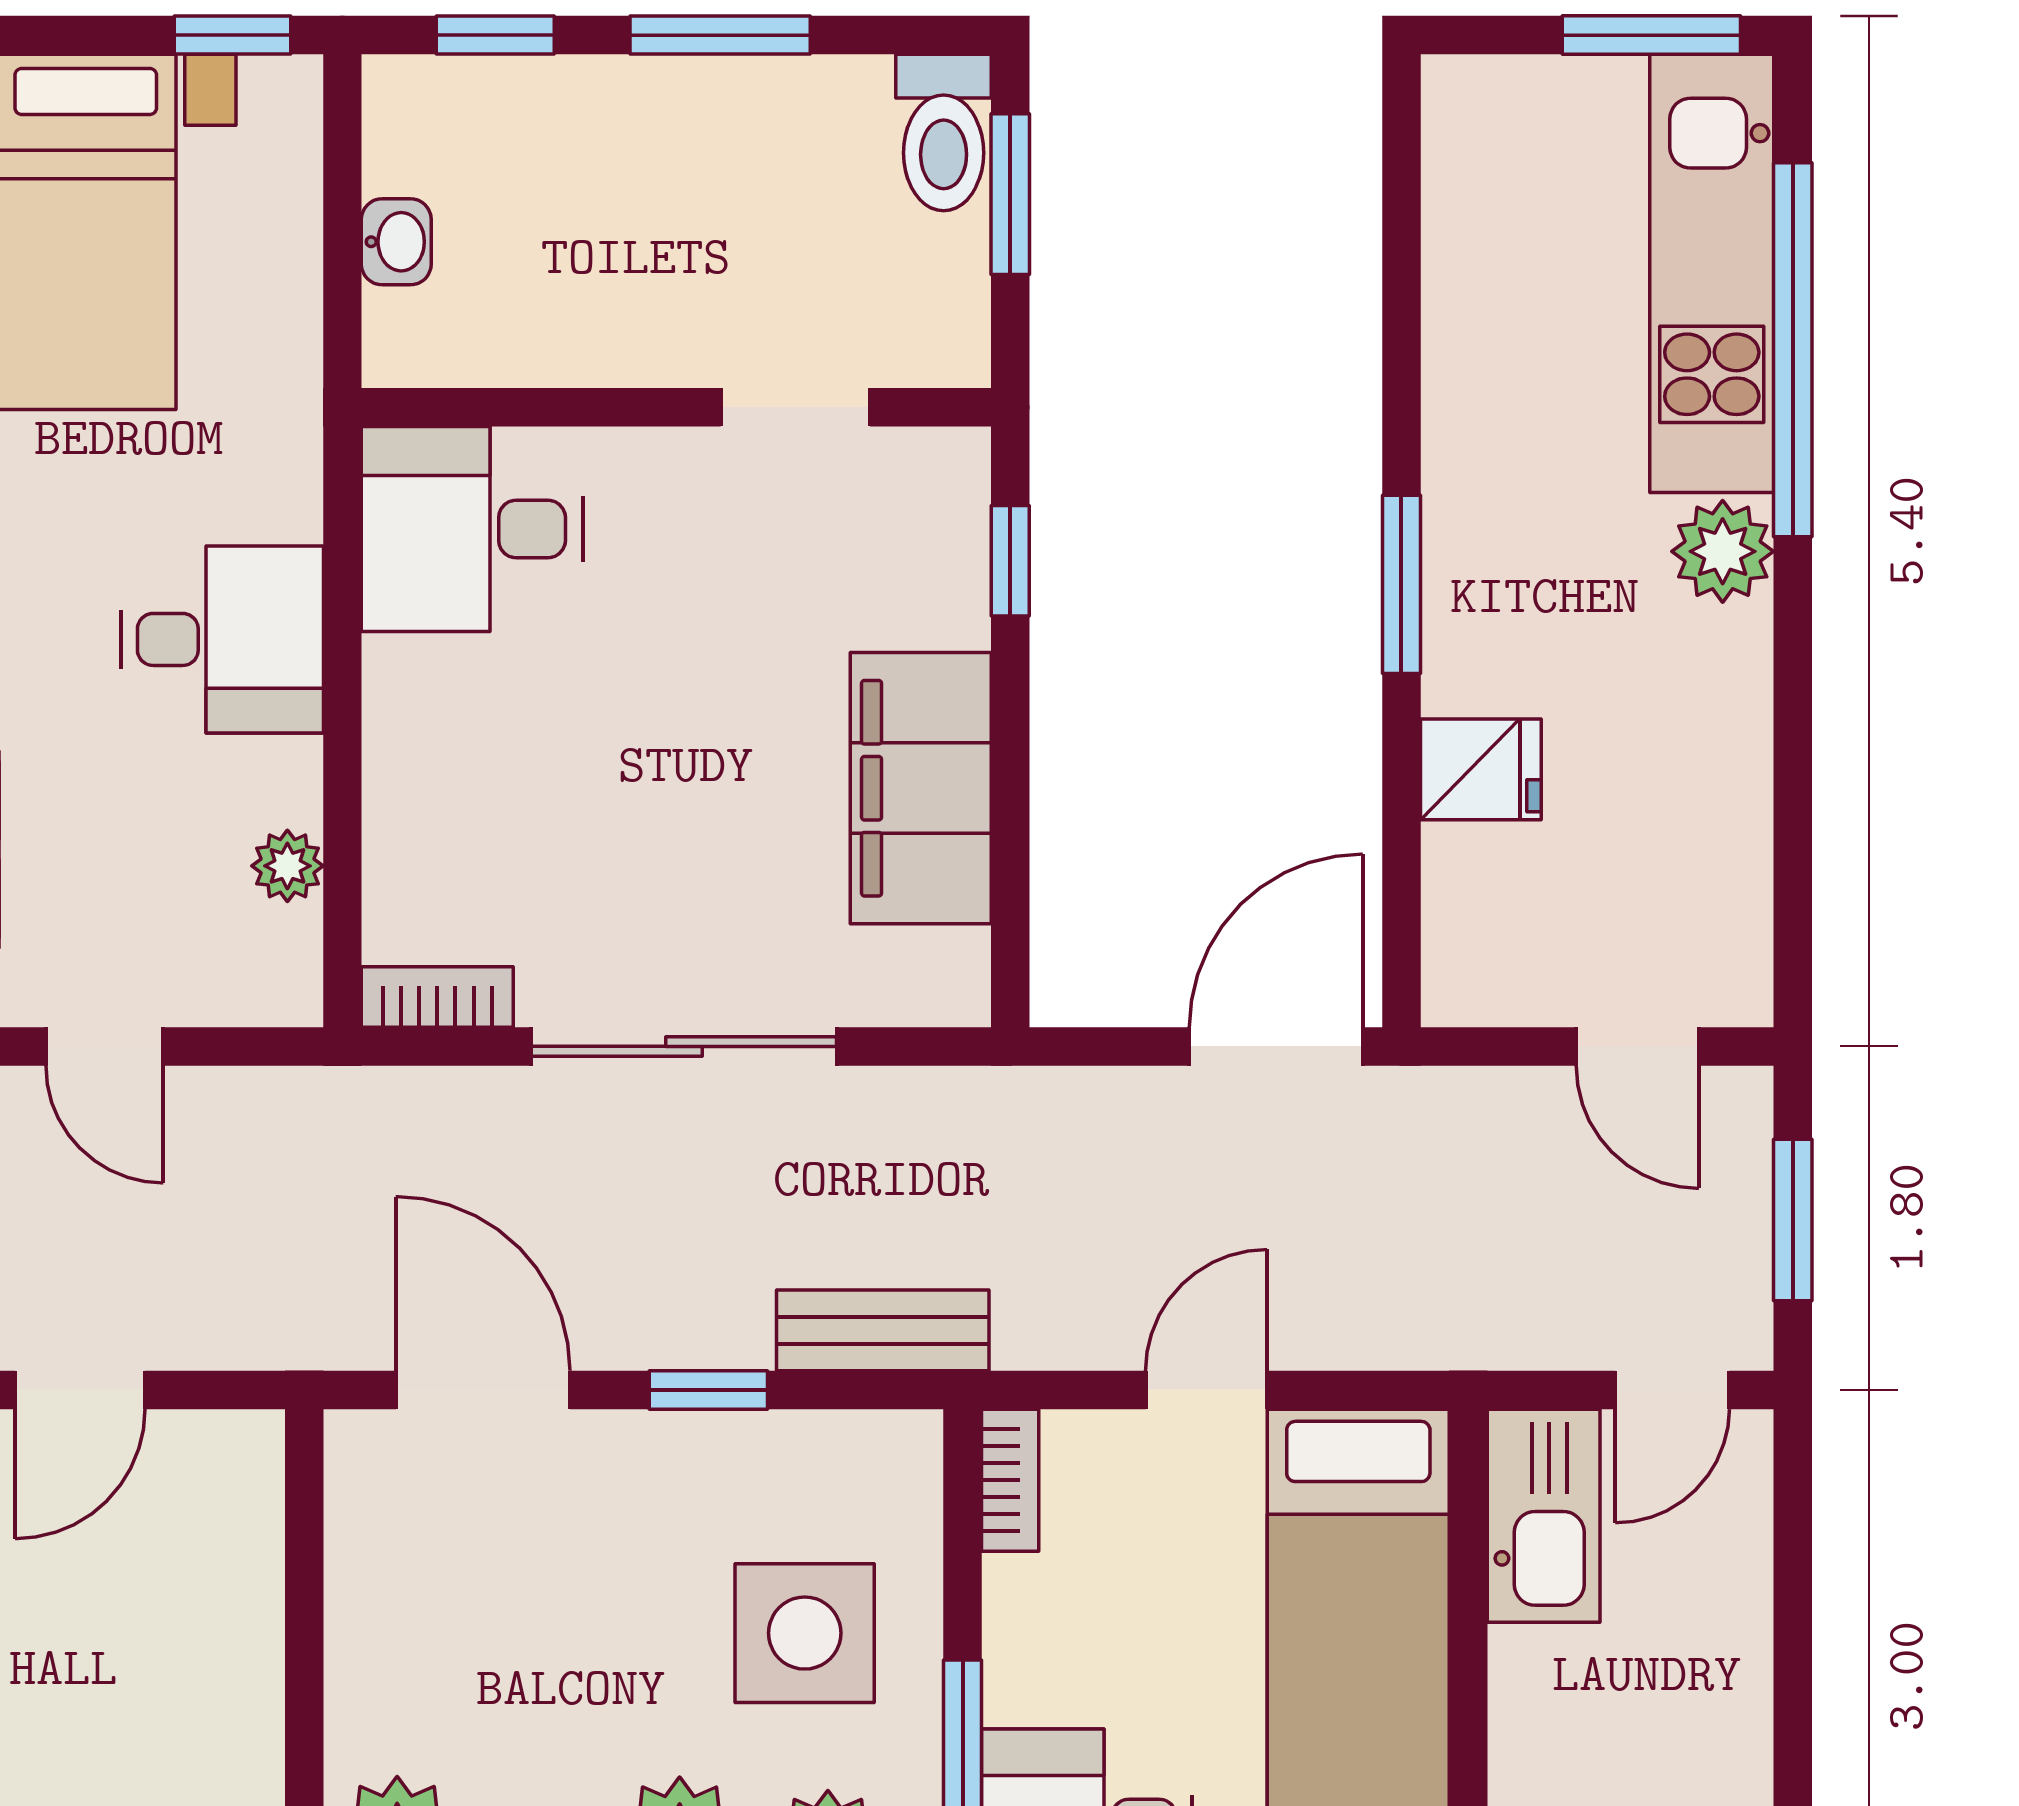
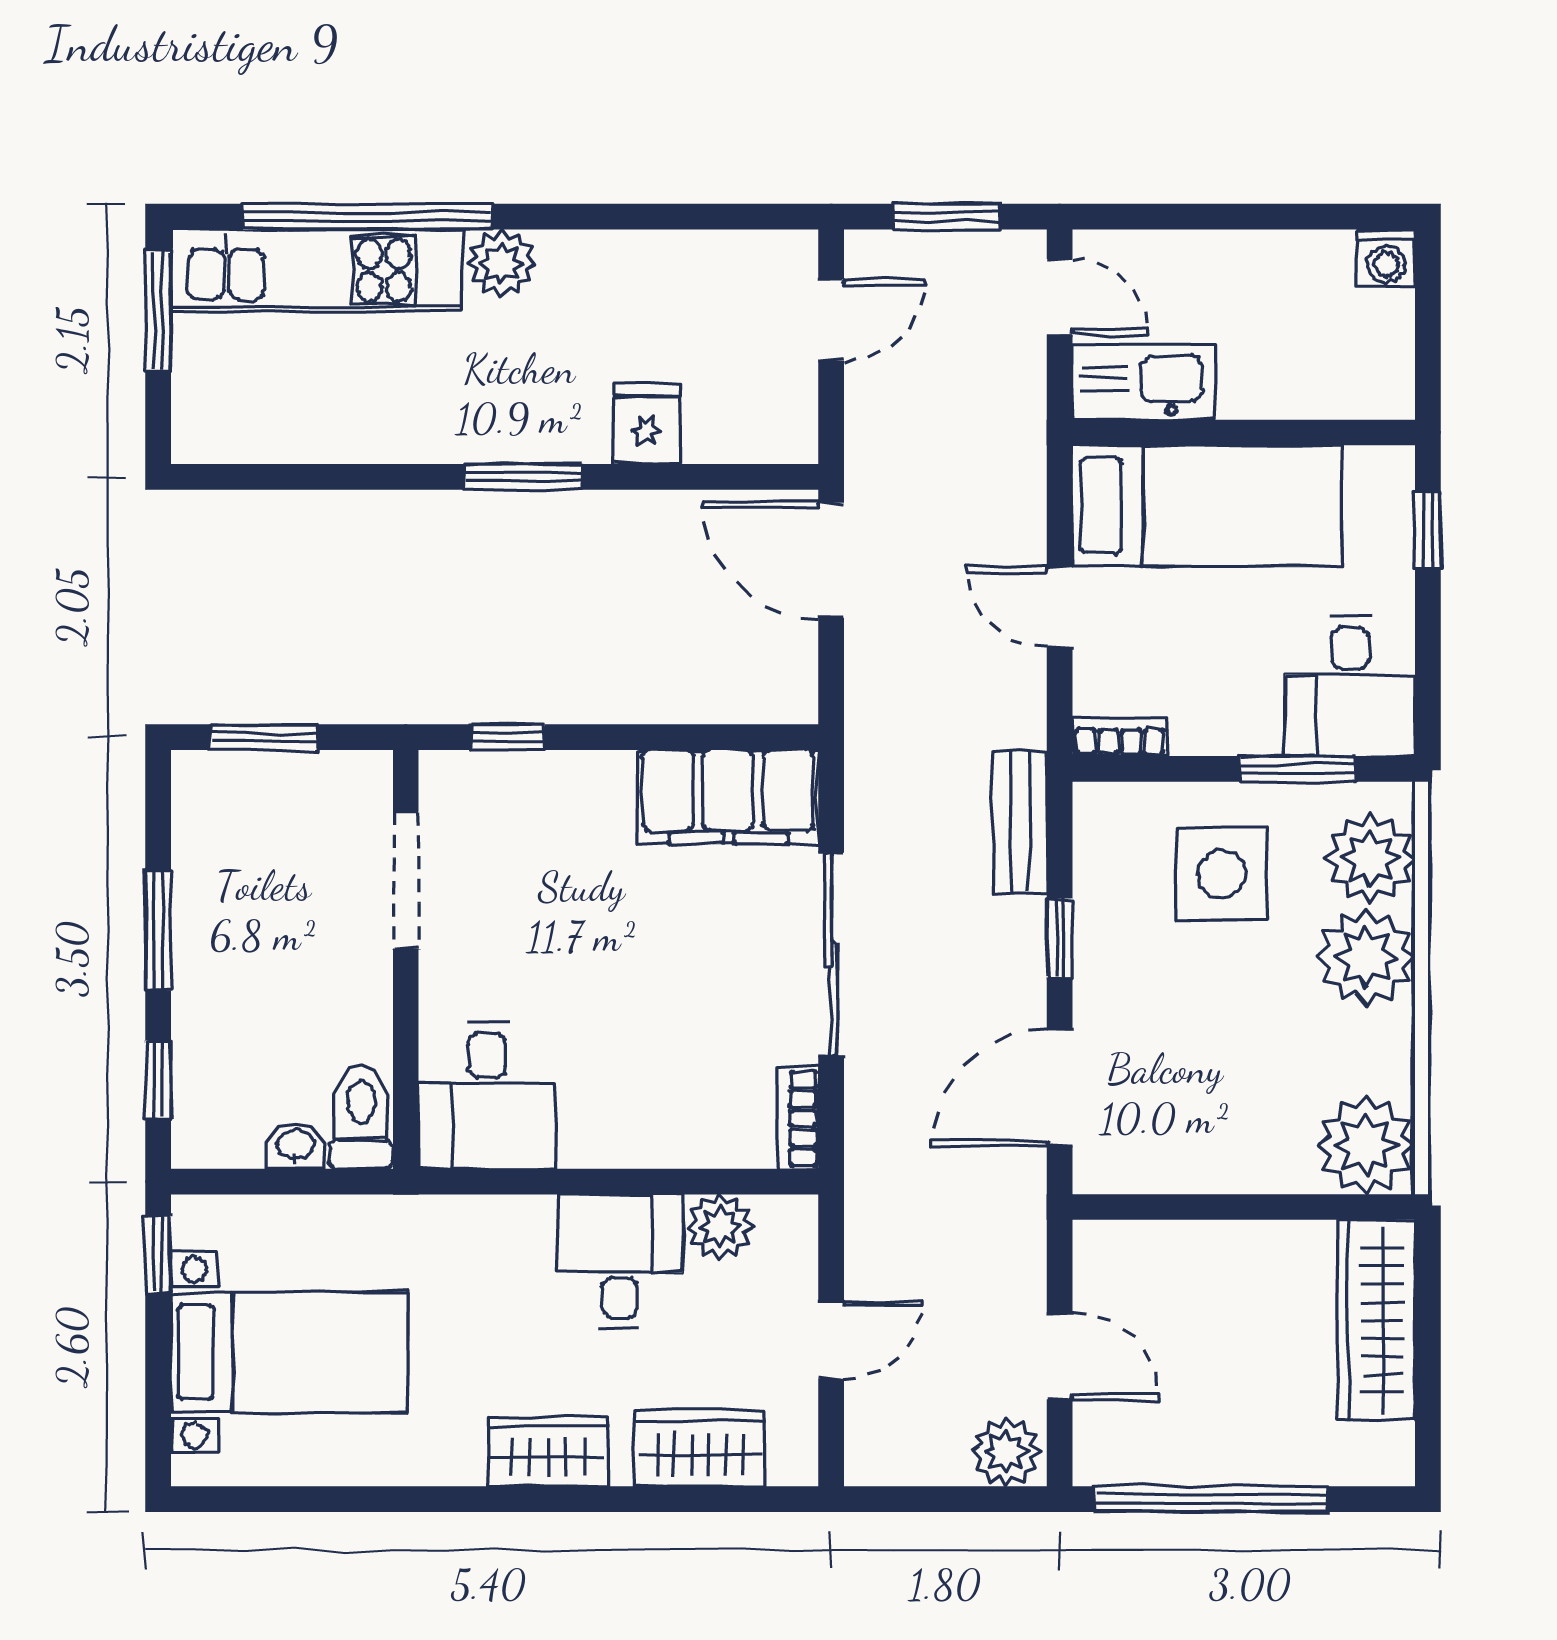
toilet: (944, 133) -> (361, 1117), moved, turned -90
doorway: (795, 407) -> (406, 880), width x1.38
desk: (222, 639) -> (620, 1261), moved
filing cabinet: (921, 788) -> (728, 797), moved
plant: (287, 866) -> (720, 1227), width x1.38, depth x1.38

